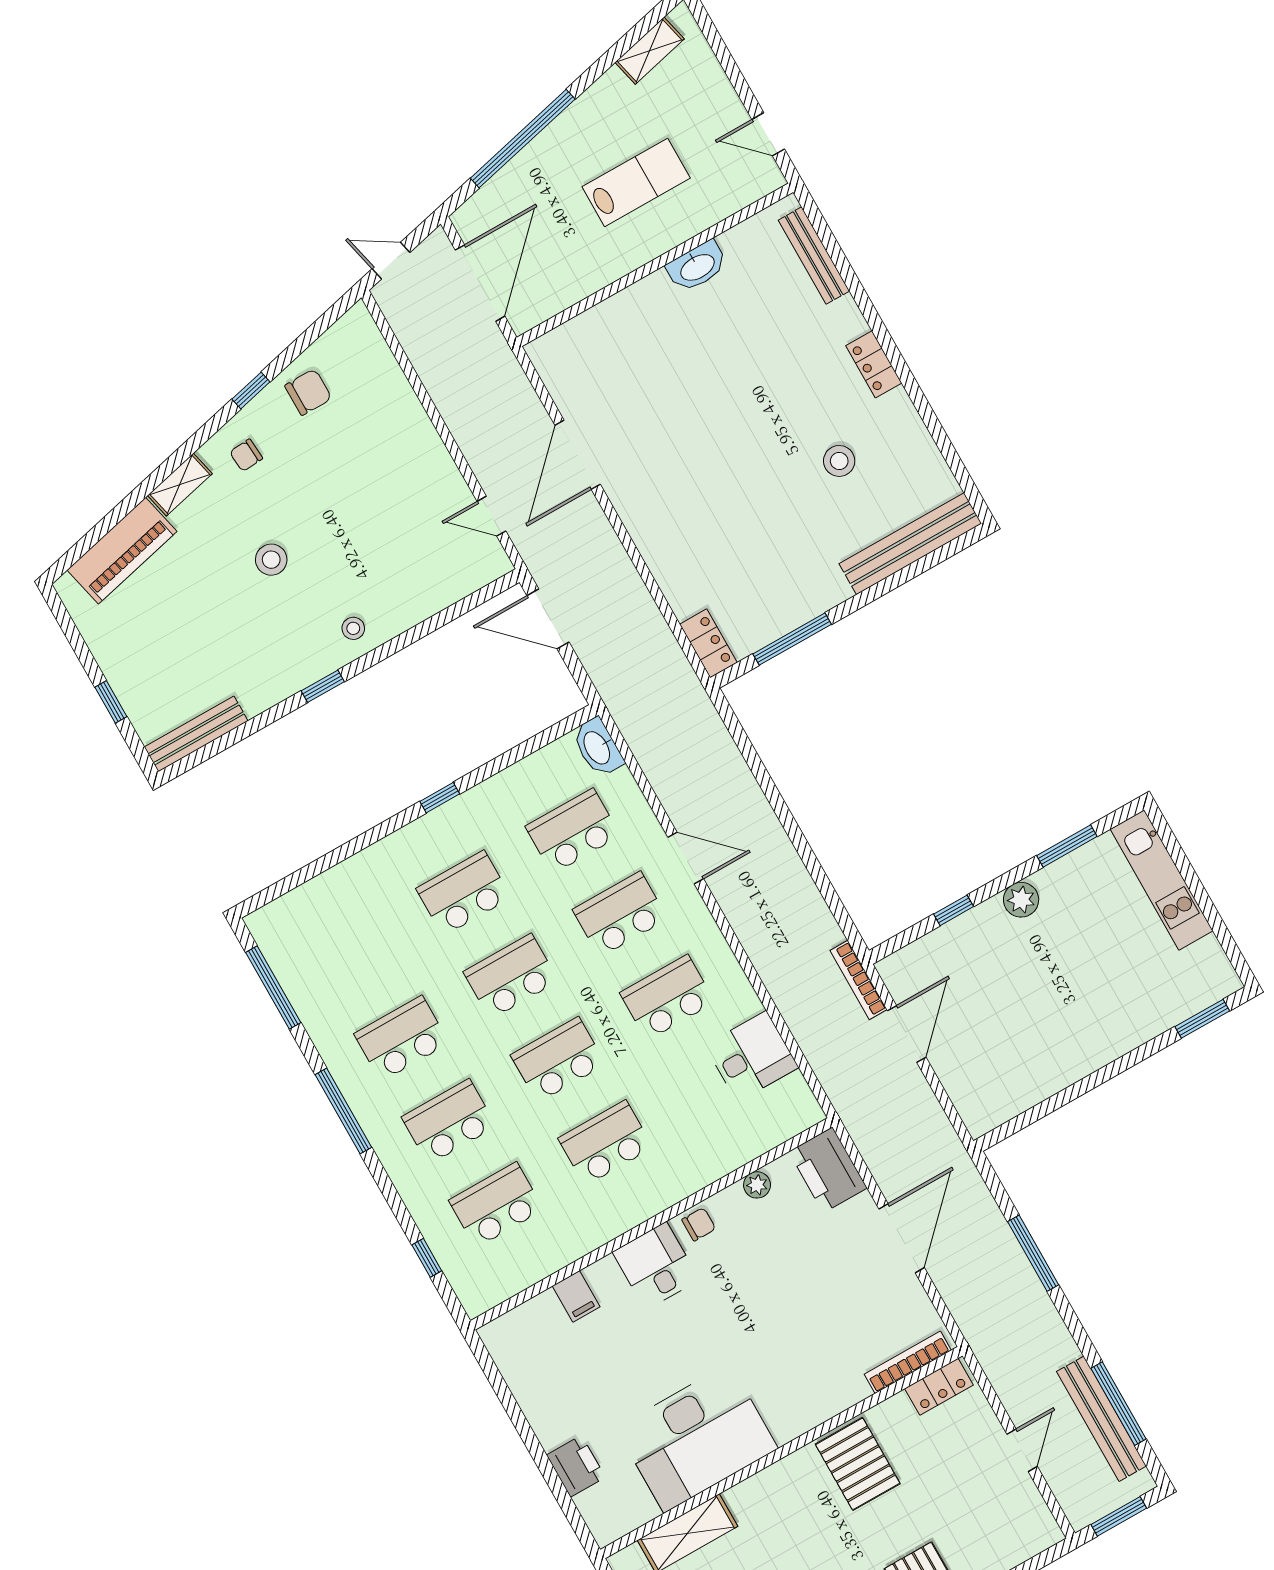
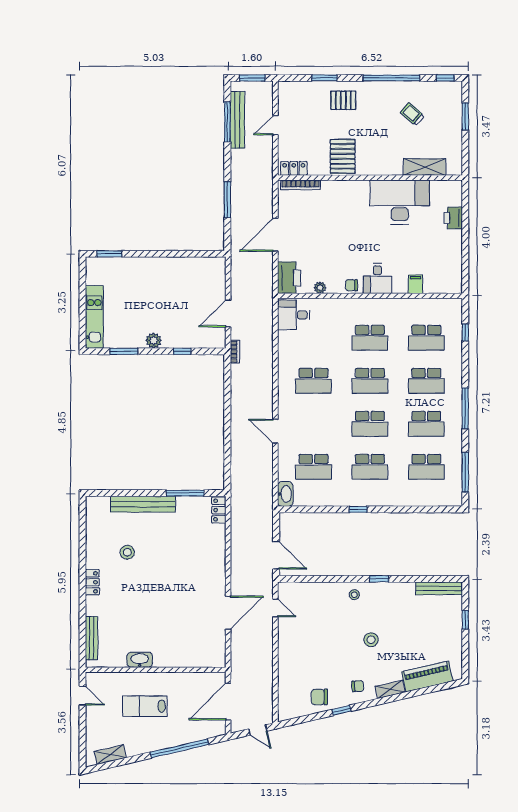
bench: (910, 544) -> (143, 504), moved
school desk: (620, 914) -> (426, 467), moved
bookcase: (859, 980) -> (235, 352), width x0.64
desk: (752, 1056) -> (294, 315), moved

